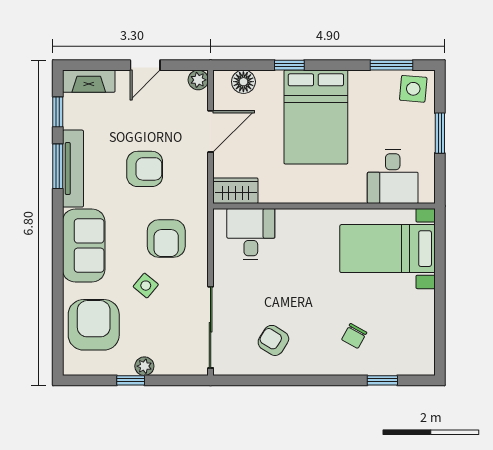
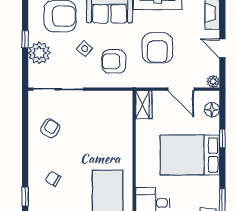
armchair: (145, 169) -> (157, 48), width x1.36, depth x1.36
desk: (251, 234) -> (117, 114), removed
plant: (144, 366) -> (39, 53), width x1.88, depth x1.88

